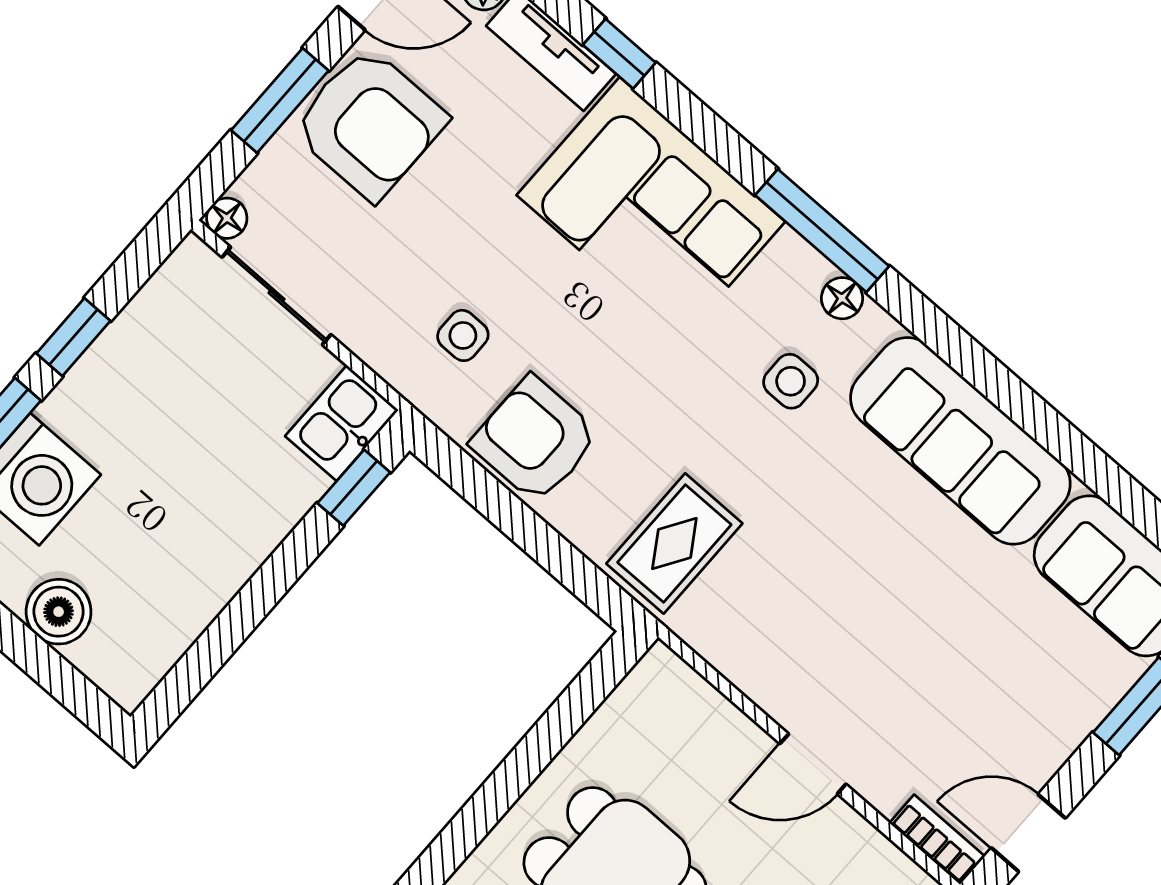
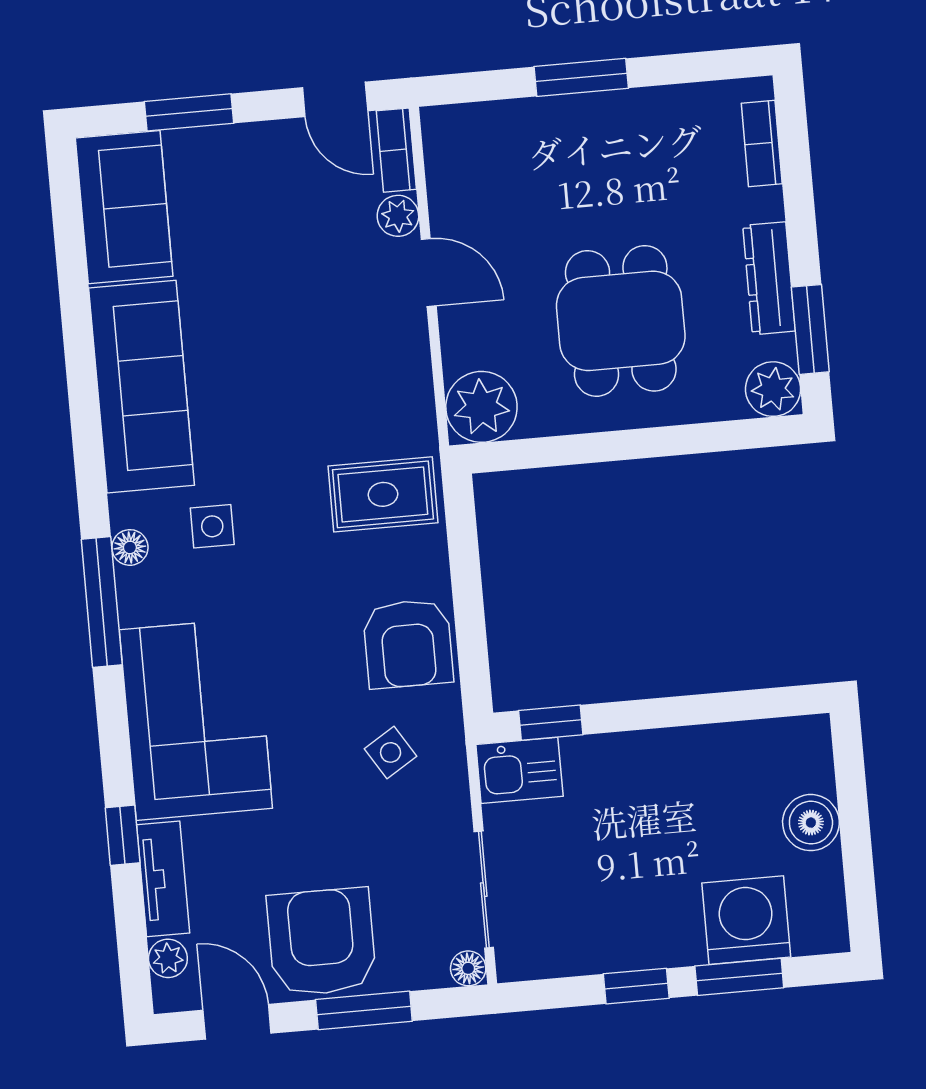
side table: (463, 335) -> (391, 752), turned -32
plant: (662, 694) -> (481, 407), added
plant: (884, 786) -> (398, 216), added

